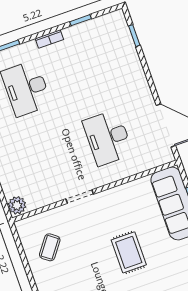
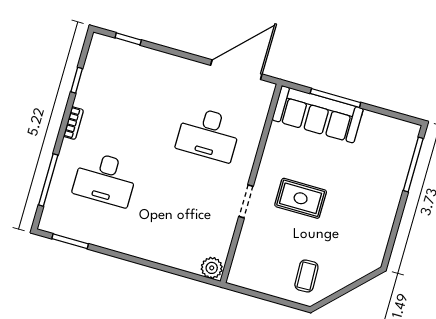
coffee table: (50, 247) -> (306, 276), moved, turned 51
rug: (129, 252) -> (301, 198), moved

